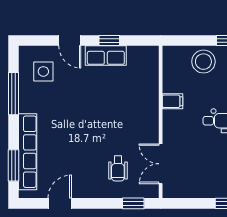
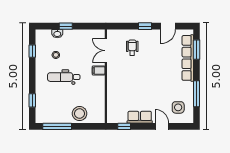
window: (109, 41) -> (124, 126), moved
filing cabinet: (173, 101) -> (99, 71), moved
double door: (161, 164) -> (106, 51), swing flipped
window: (133, 203) -> (145, 26), moved

